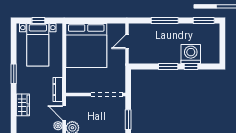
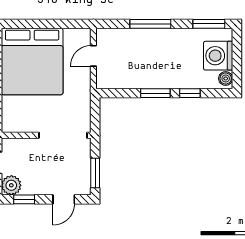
washing machine: (191, 54) -> (218, 56), moved, turned -90
boiler: (215, 57) -> (226, 79), added

